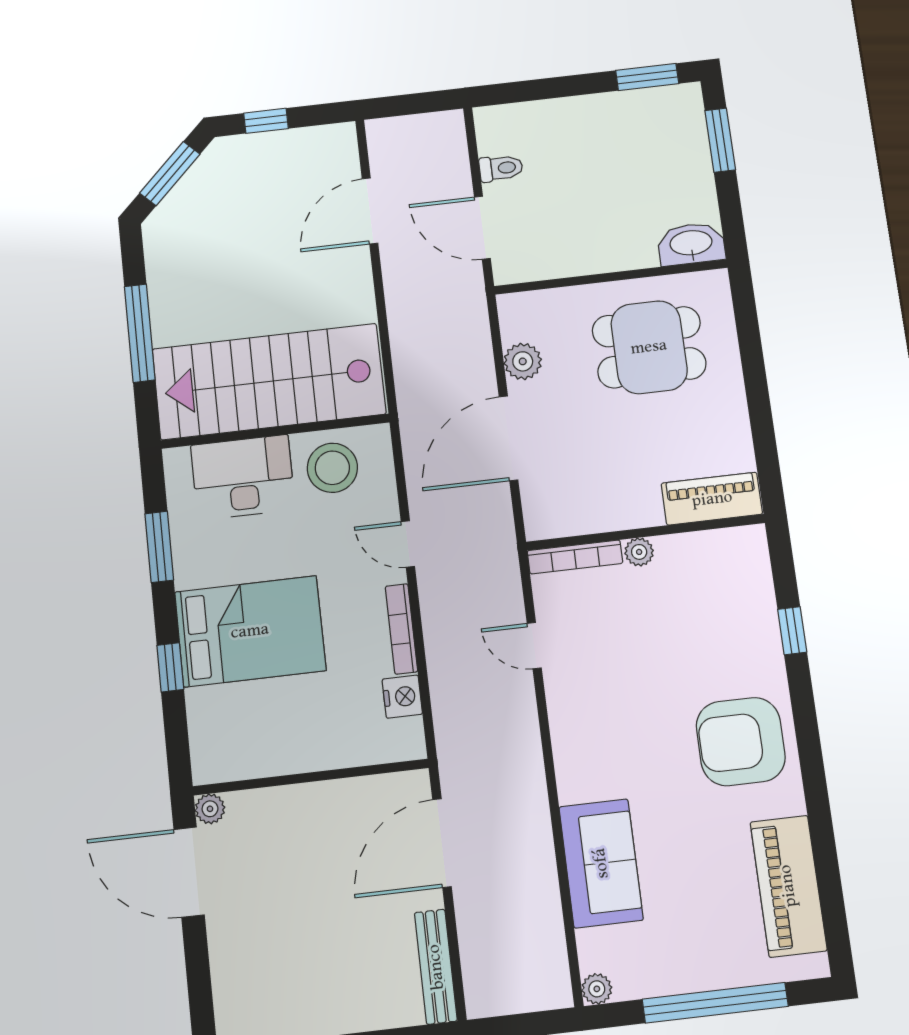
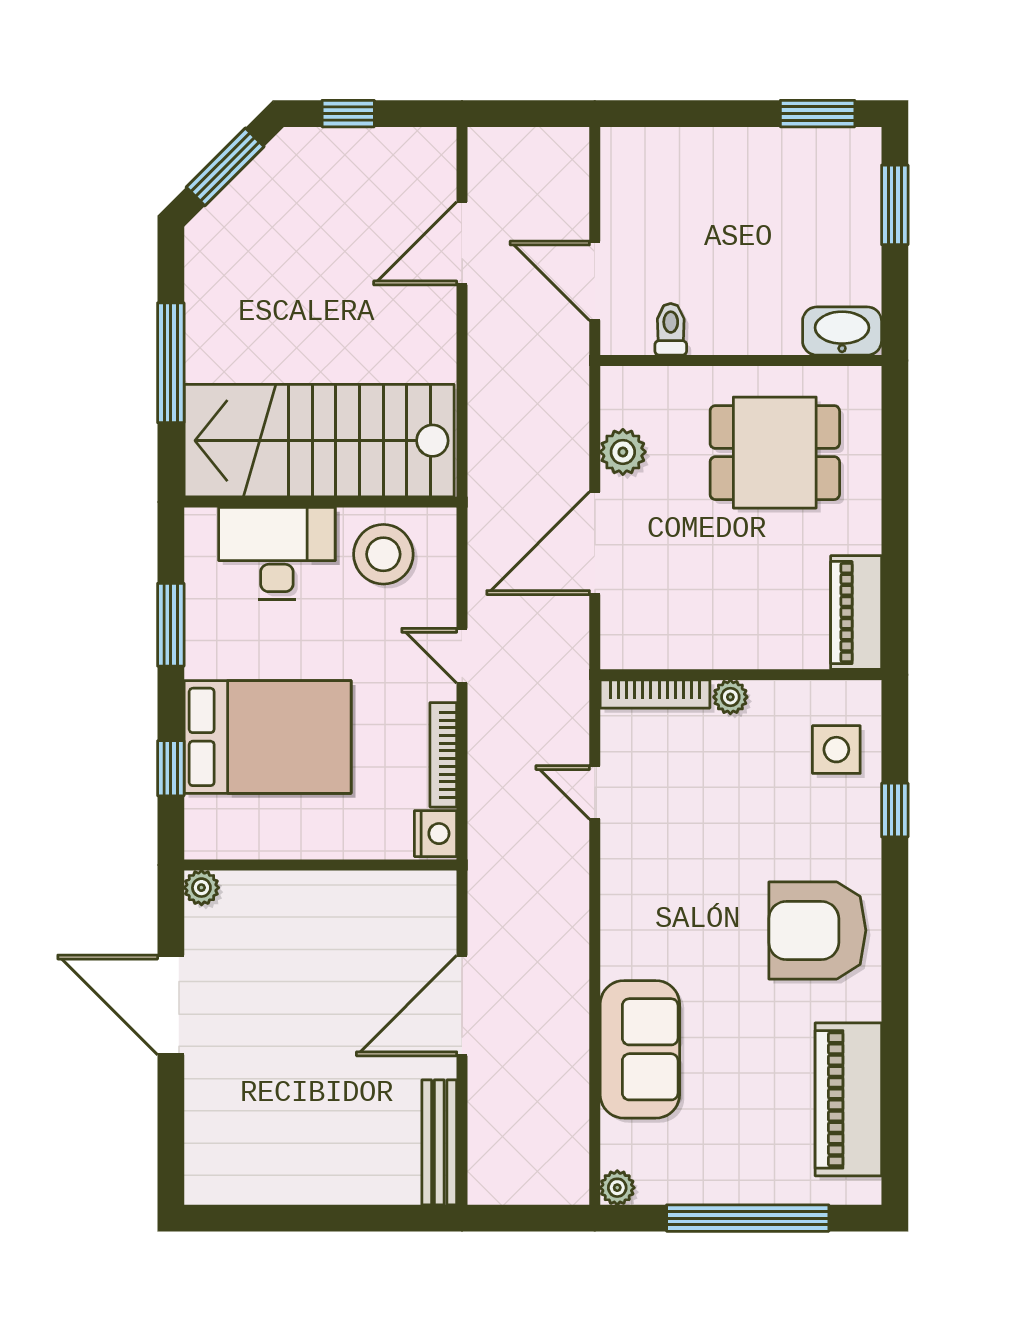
toilet: (501, 168) -> (671, 329), moved, turned -90
piano: (712, 499) -> (856, 613), moved, turned -90
side table: (735, 586) -> (836, 750), added
wall: (311, 777) -> (320, 865), moved
plant: (210, 809) -> (201, 888), moved

